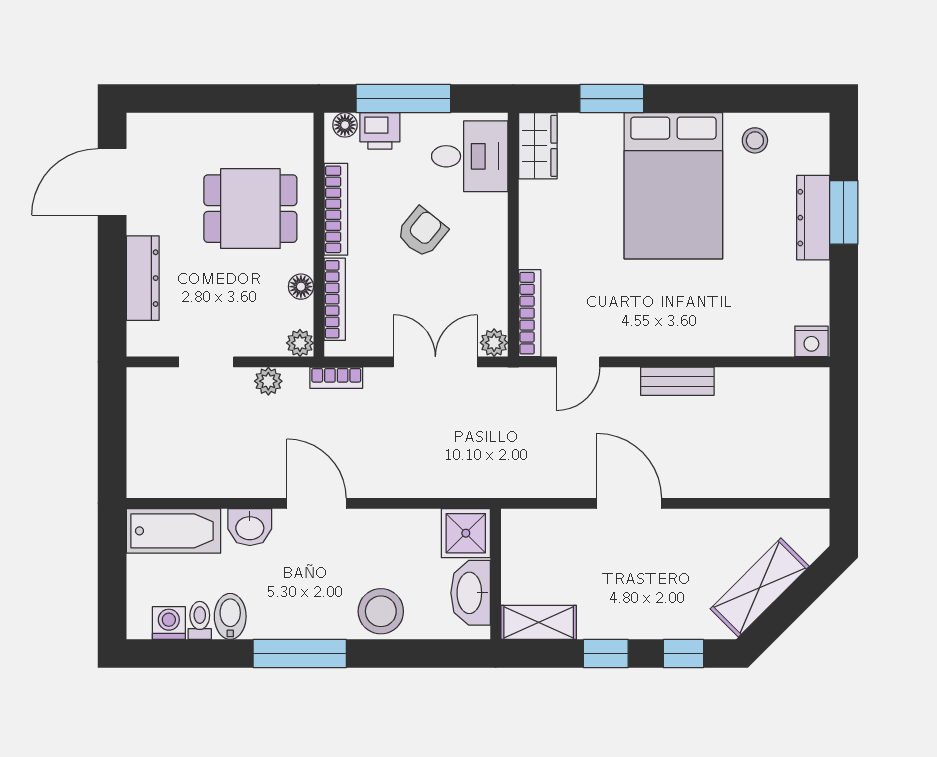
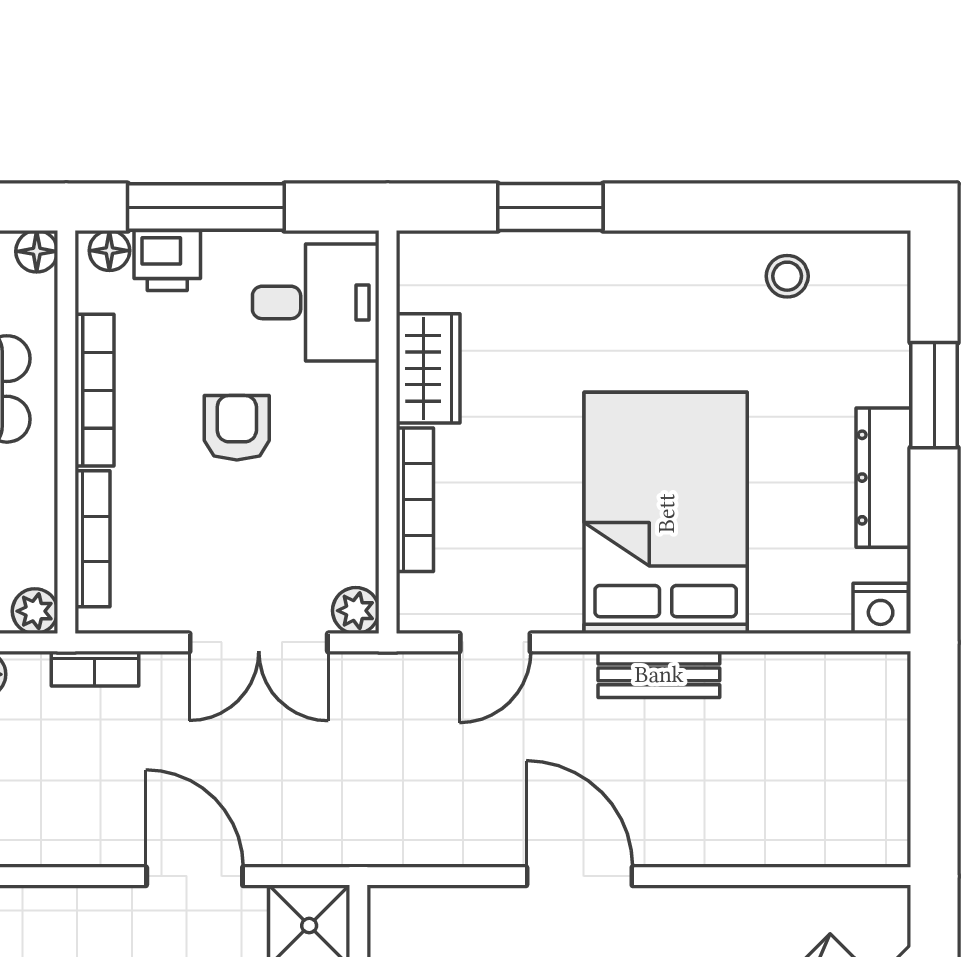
wardrobe: (538, 146) -> (428, 368), moved
bed: (673, 186) -> (666, 513), moved, turned 180
dresser: (813, 218) -> (883, 478), moved
armchair: (422, 232) -> (237, 428), turned -39
floor lamp: (301, 287) -> (37, 251), moved
bookcase: (530, 313) -> (415, 500), moved
double door: (435, 362) -> (259, 642), swing flipped
door: (317, 503) -> (195, 876), moved

